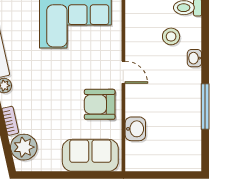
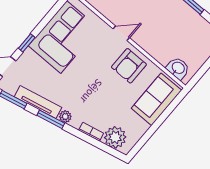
washbasin: (135, 129) -> (178, 68), moved

